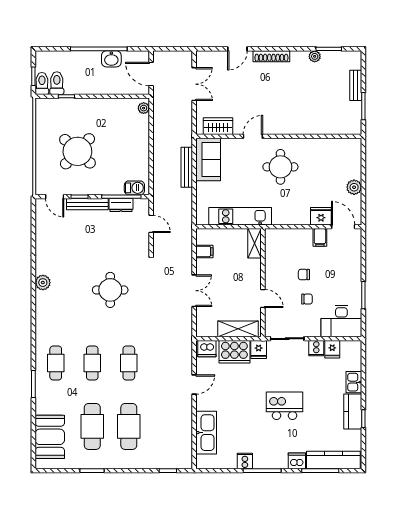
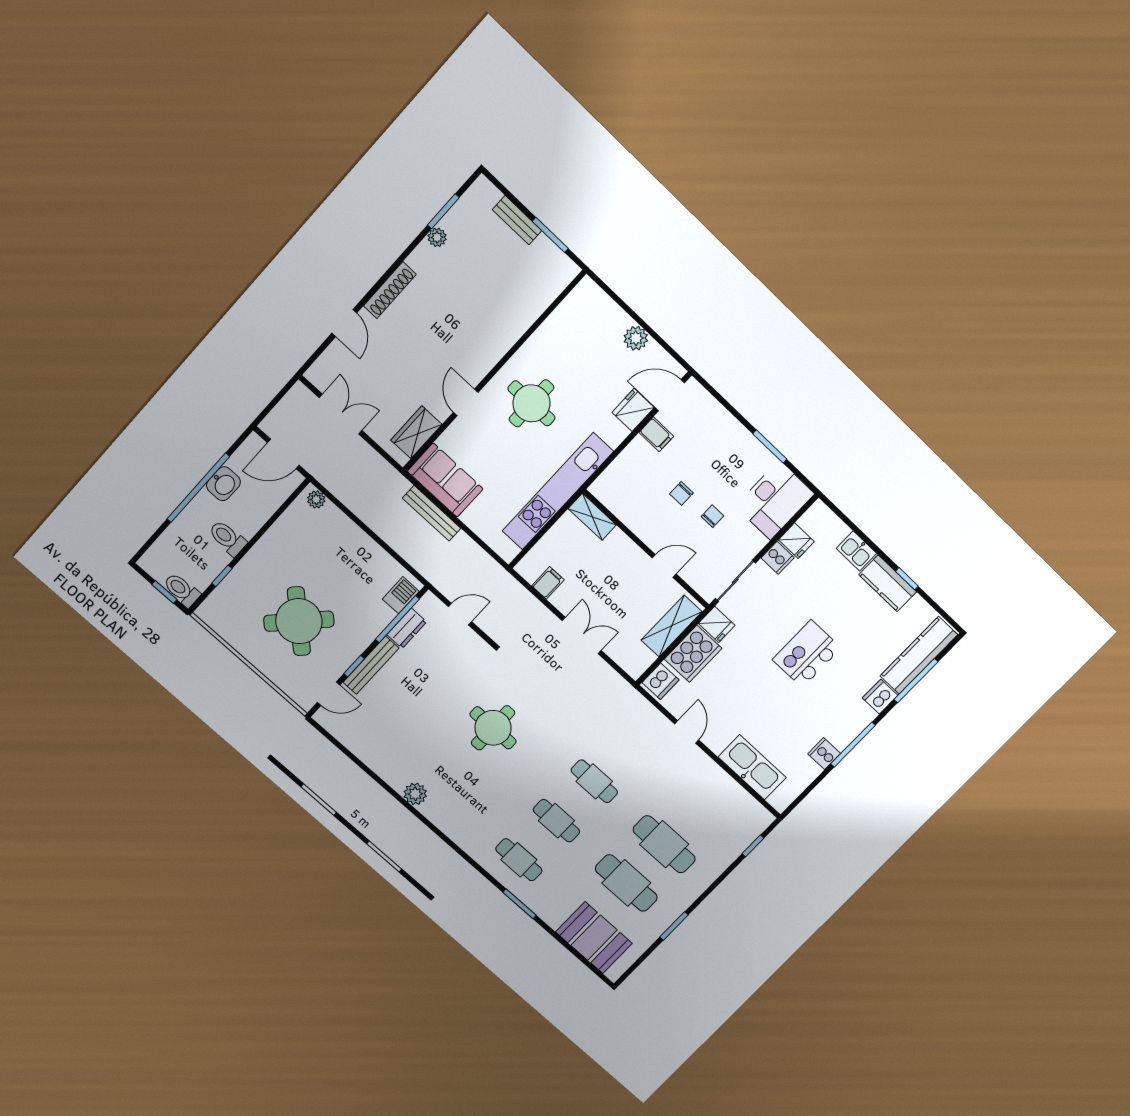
toilet: (57, 83) -> (227, 538), moved
kitchen unit: (240, 216) -> (558, 491), width x1.36

